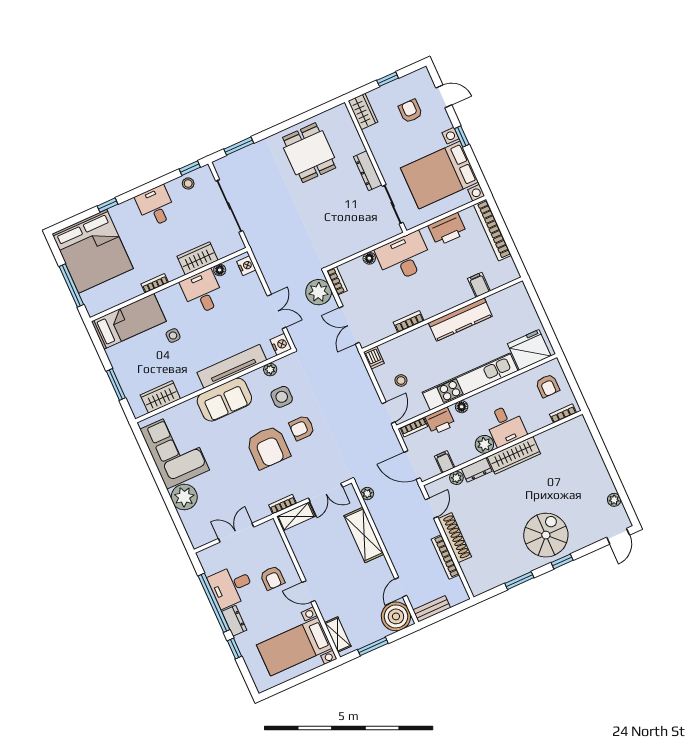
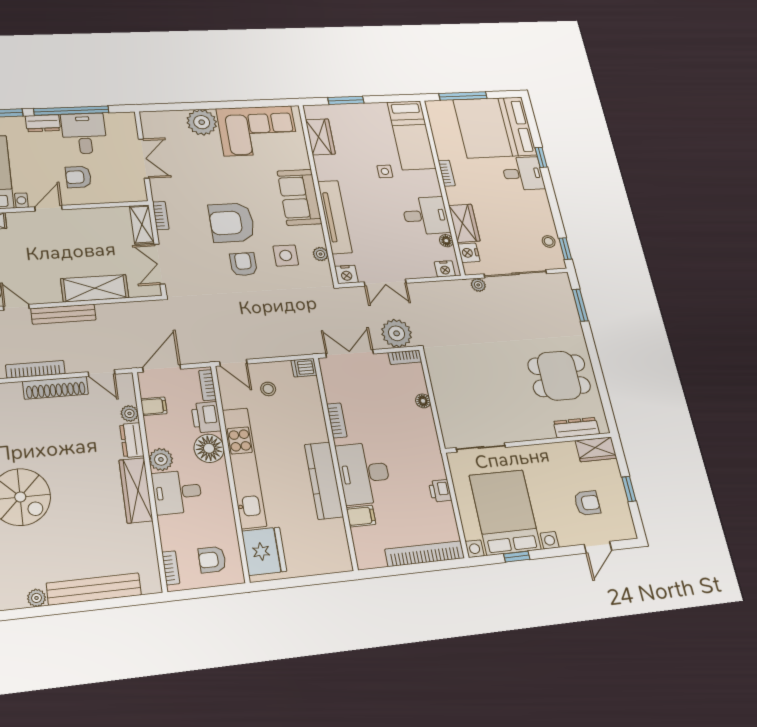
window: (462, 137) -> (517, 557), moved
dresser: (368, 171) -> (576, 428), moved
desk: (156, 206) -> (523, 173), moved
printer: (447, 229) -> (440, 491), width x0.53, depth x0.68
nightstand: (224, 249) -> (469, 253), added
desk: (404, 257) -> (364, 473), moved, turned 180
floor lamp: (462, 407) -> (209, 448), width x1.89, depth x1.89
bench: (595, 463) -> (94, 589), added
plant: (367, 494) -> (478, 285), moved
bench: (394, 551) -> (63, 314), added

